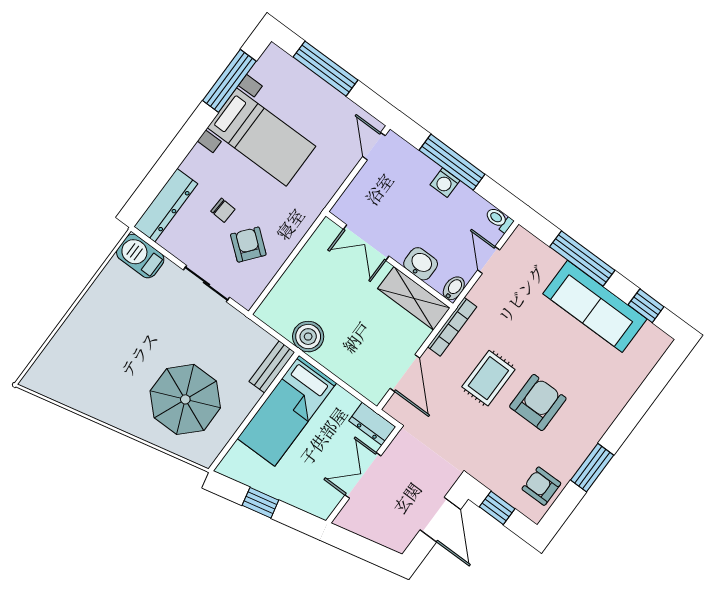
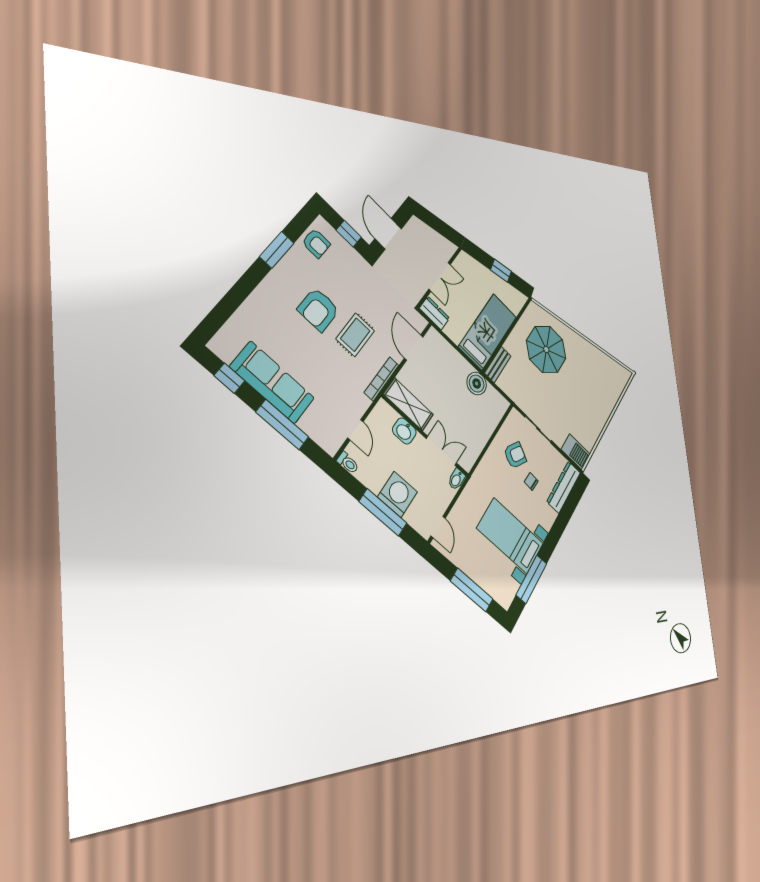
washing machine: (445, 183) -> (397, 494), width x1.89, depth x1.89
armchair: (248, 245) -> (515, 455), turned -100
bidet: (454, 288) -> (456, 479), moved

